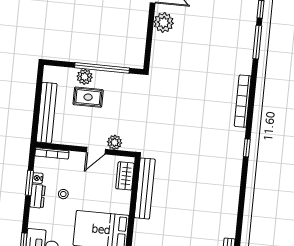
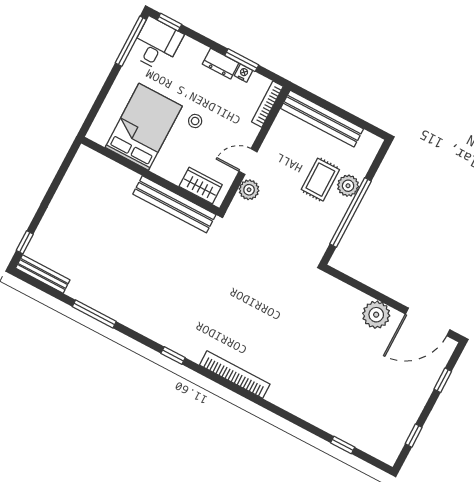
window: (257, 42) -> (94, 314), moved
door: (96, 151) -> (248, 162), hinge flipped
stool: (63, 194) -> (195, 121), moved

